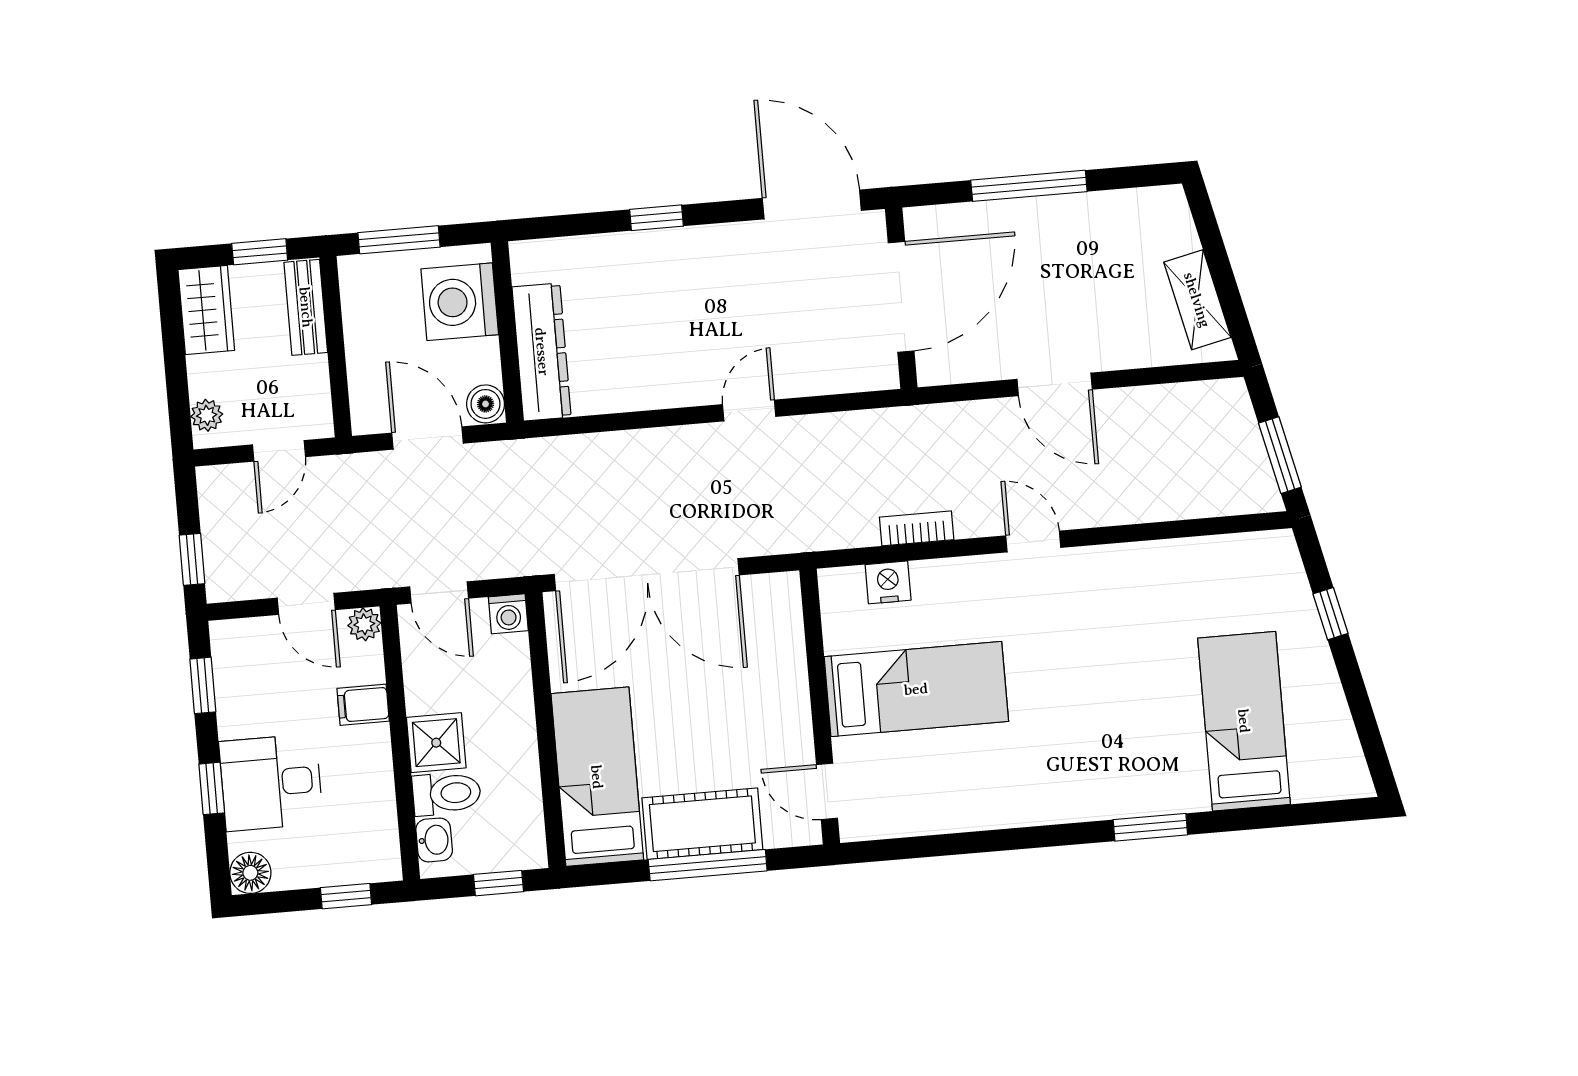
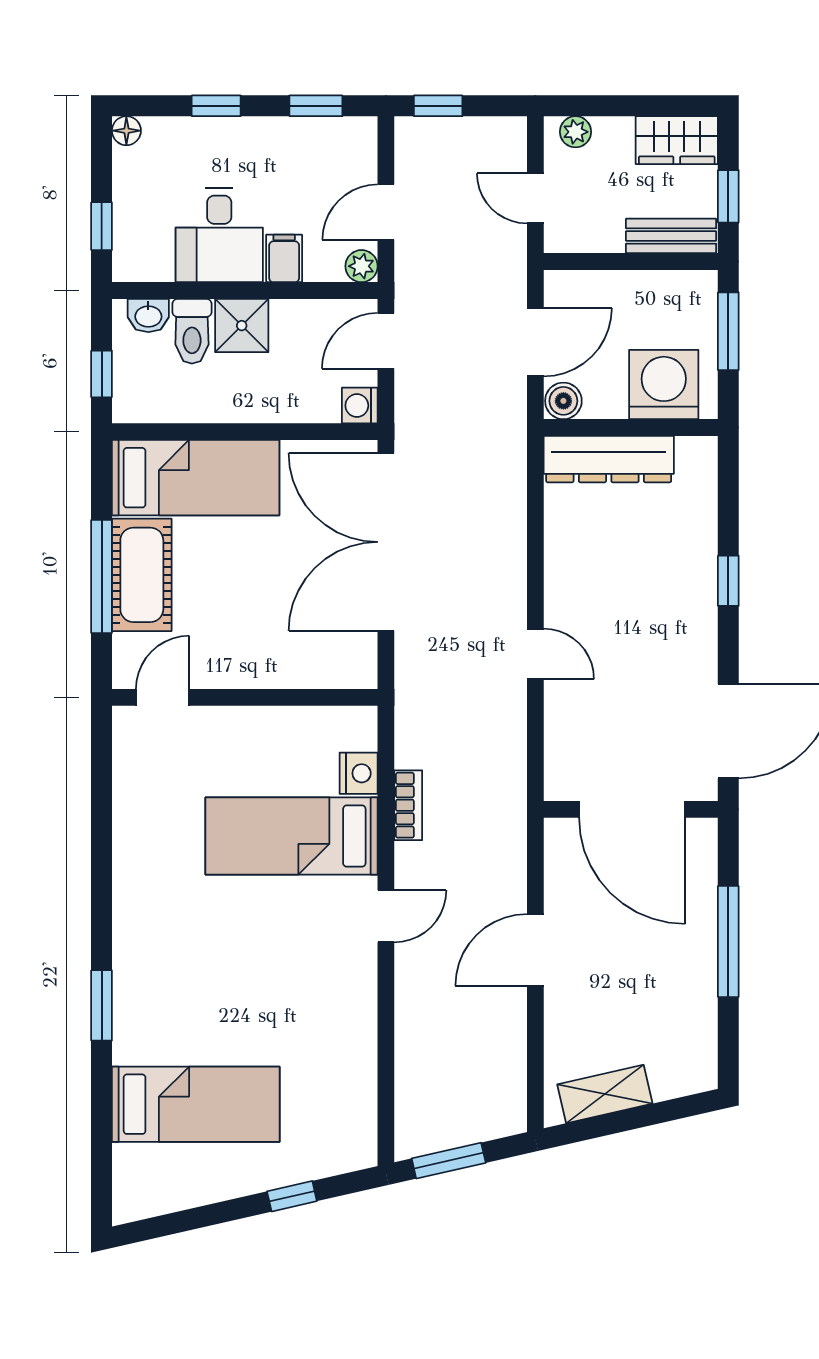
bed: (916, 689) -> (292, 836), moved, turned 90
desk: (271, 783) -> (219, 235), moved, turned 180
floor lamp: (250, 873) -> (126, 131), width x0.73, depth x0.73

